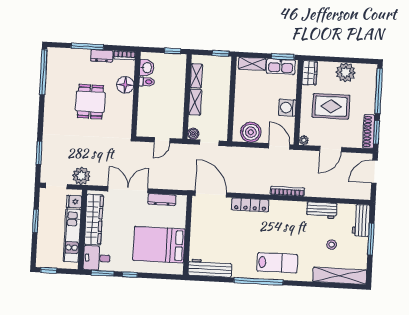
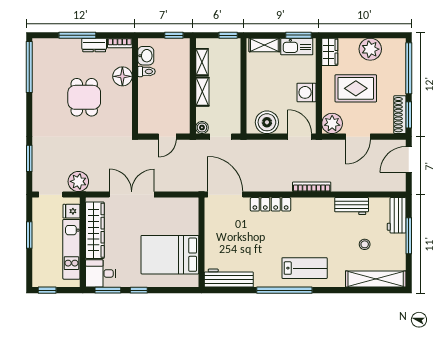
plant: (304, 140) -> (332, 123), width x1.88, depth x1.88
dresser: (162, 200) -> (171, 204), removed

